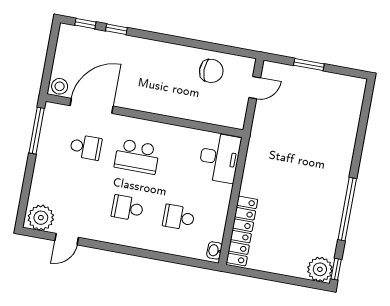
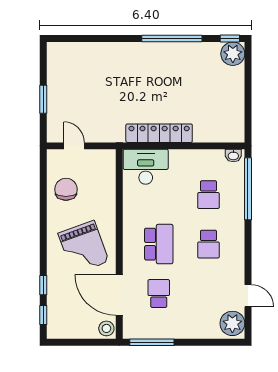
grand piano: (148, 78) -> (84, 247), added
locker: (242, 231) -> (159, 133), moved
window: (177, 259) -> (248, 189), added

